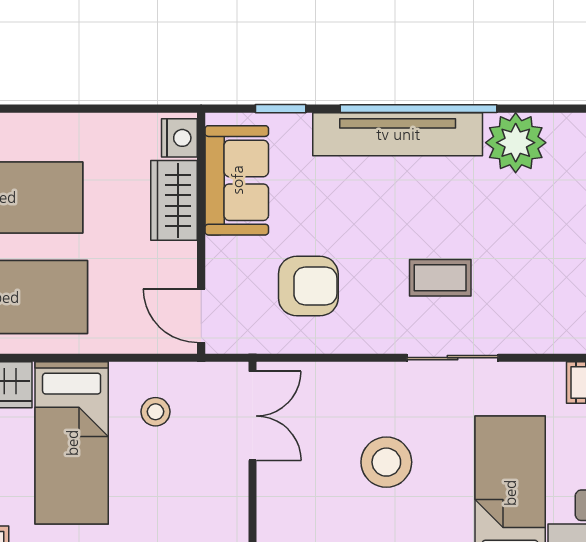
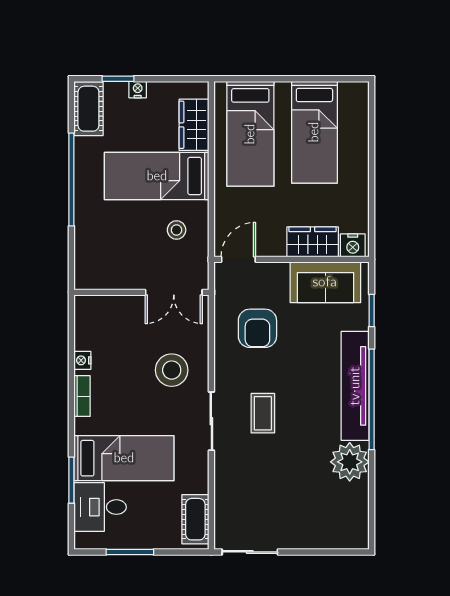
stool: (386, 462) -> (172, 370), moved

